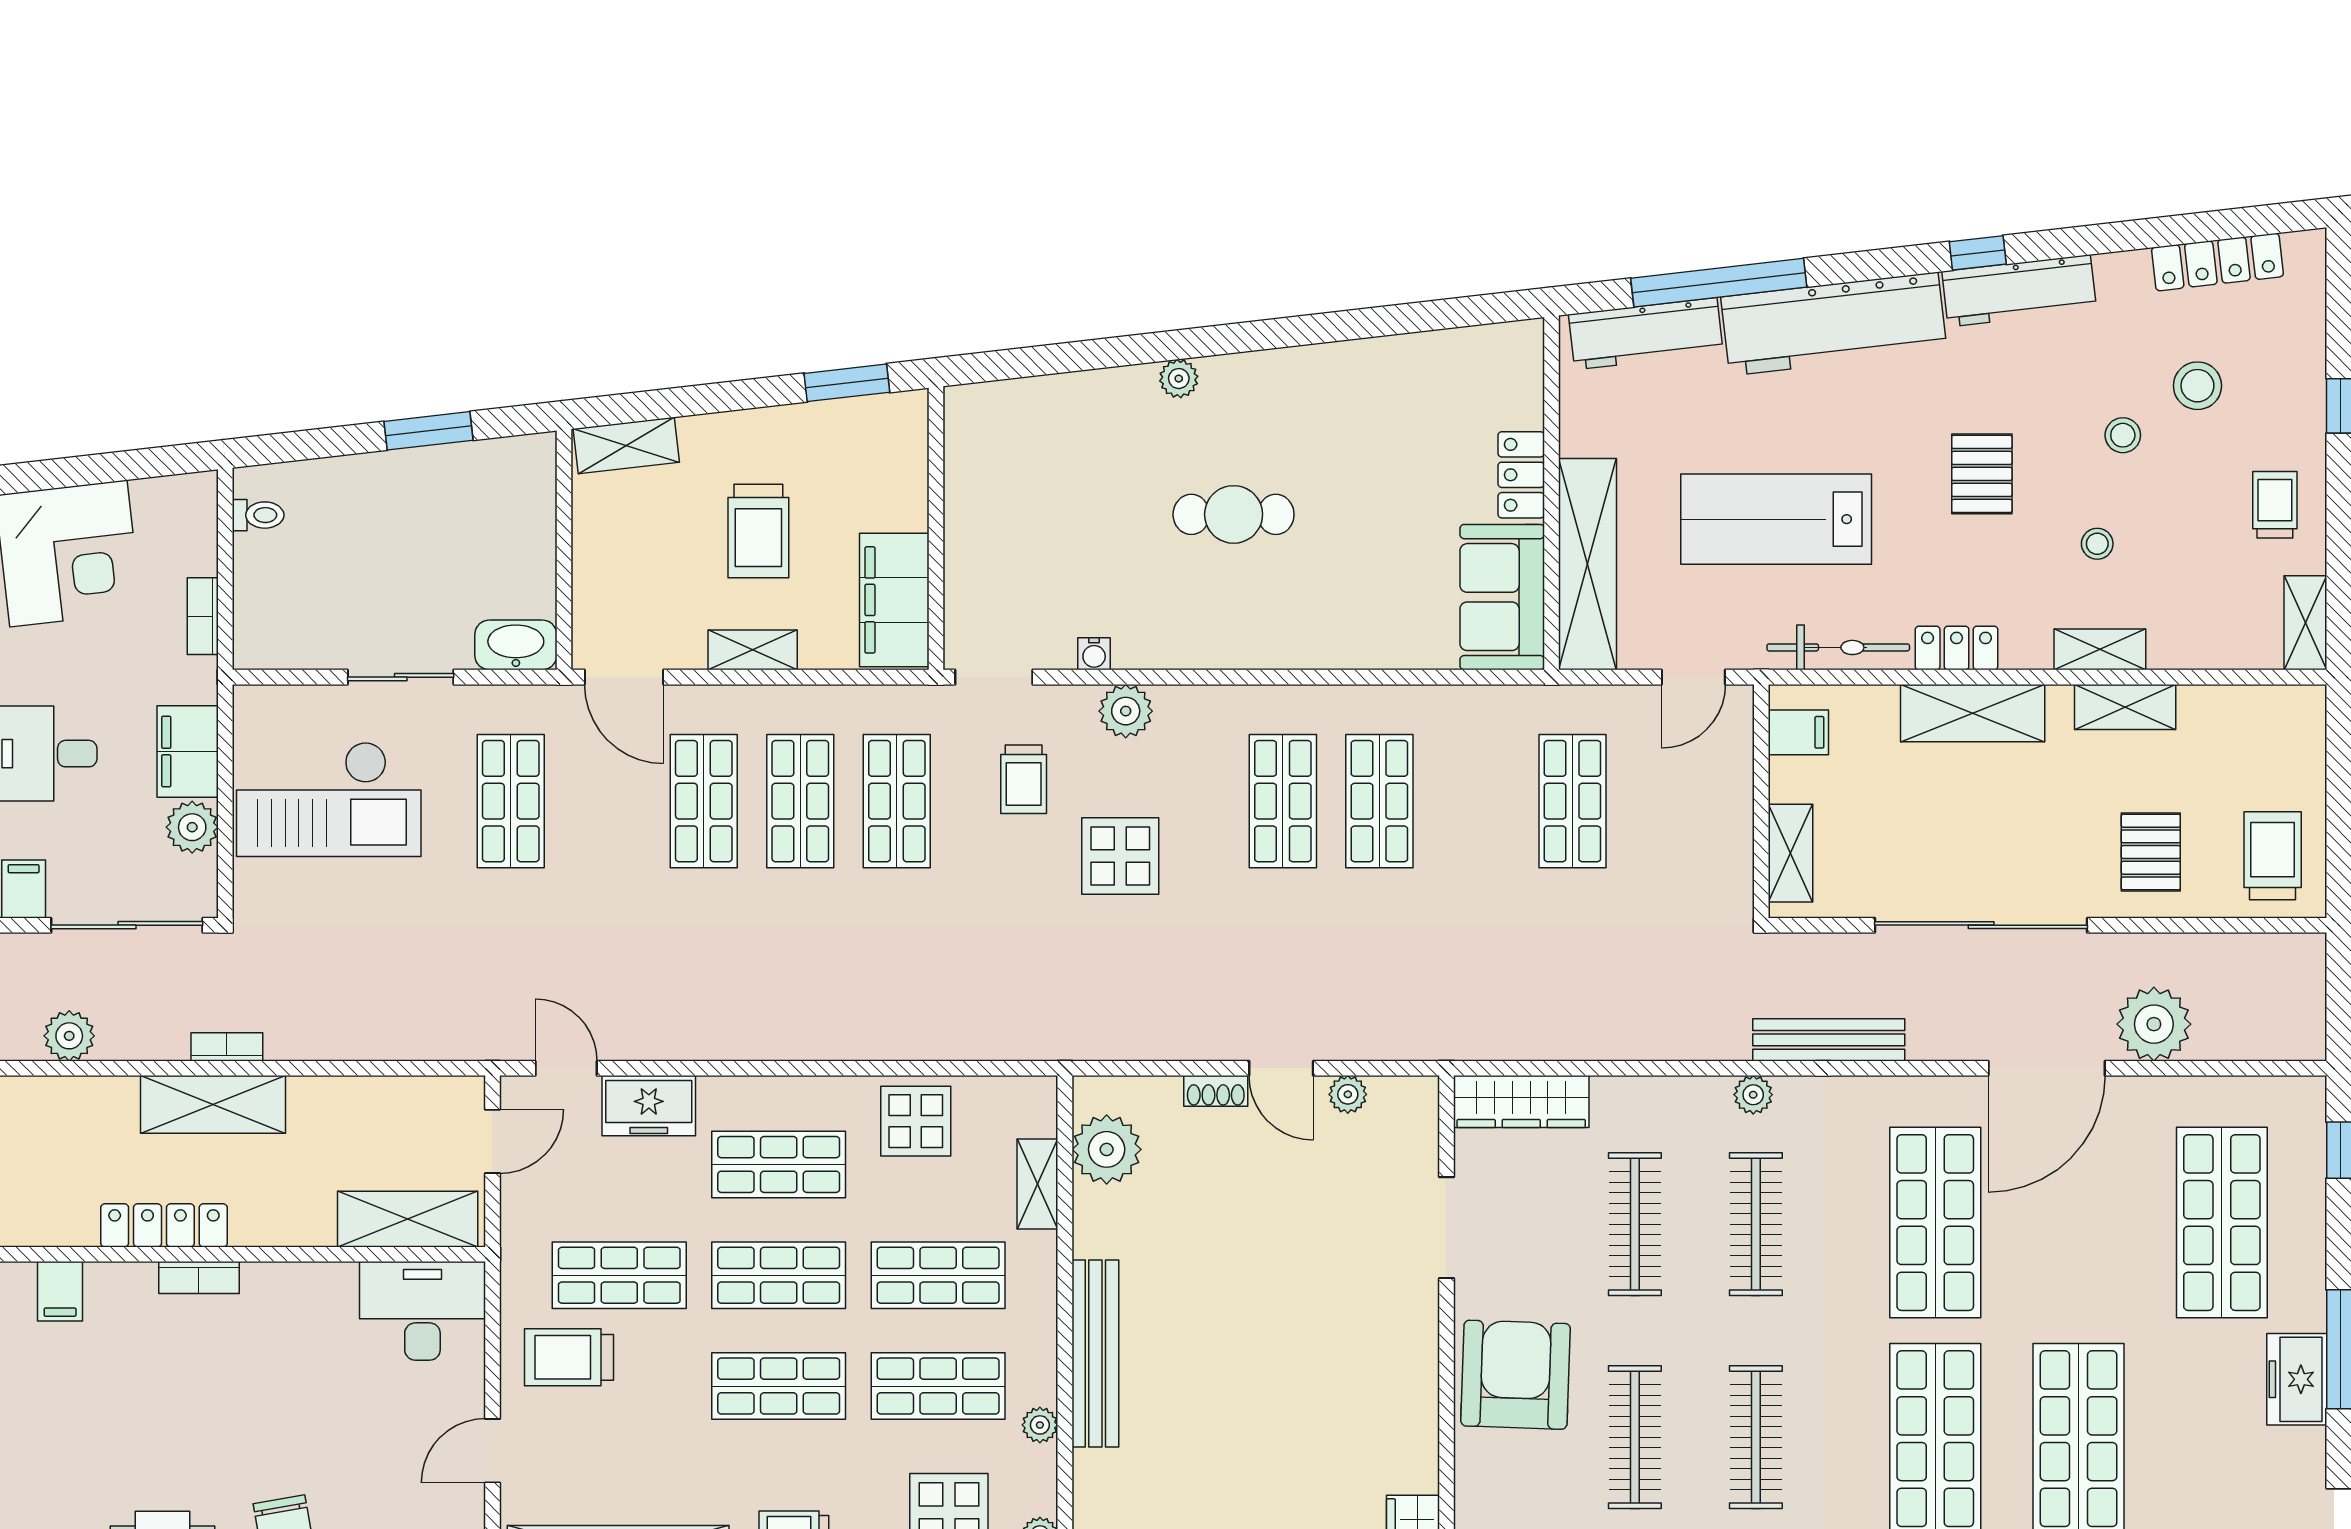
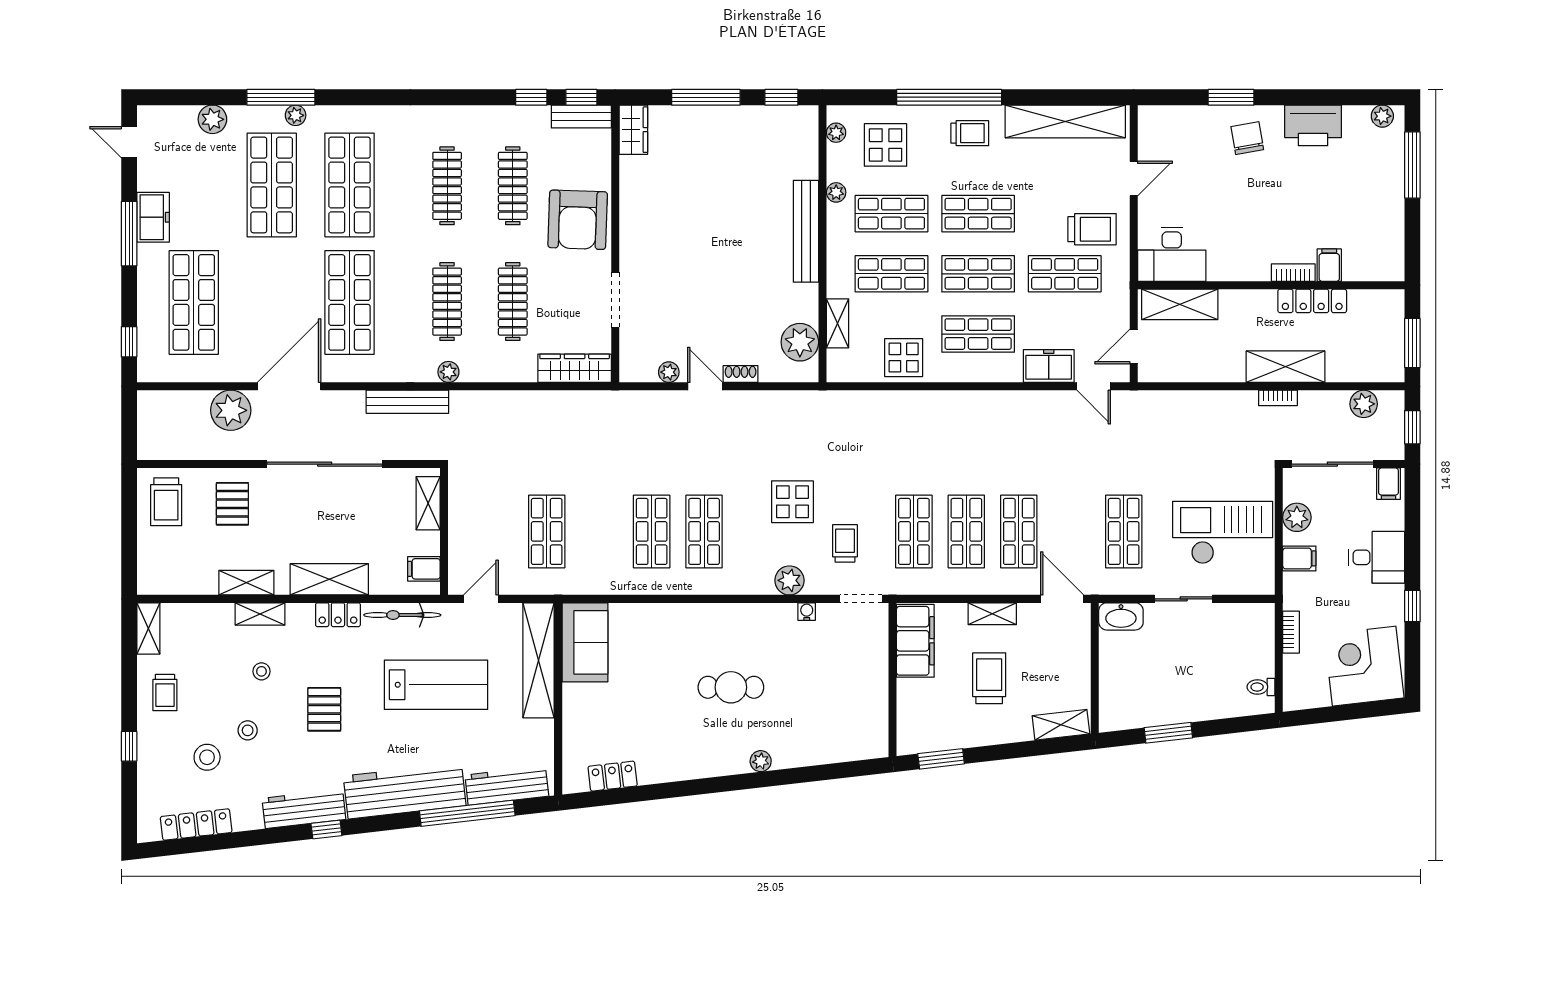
locker: (1521, 475) -> (613, 776), moved, turned -97
filing cabinet: (188, 751) -> (1299, 558), width x0.50
filing cabinet: (60, 1291) -> (1329, 265), moved

